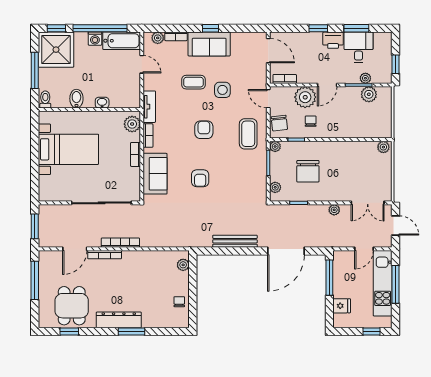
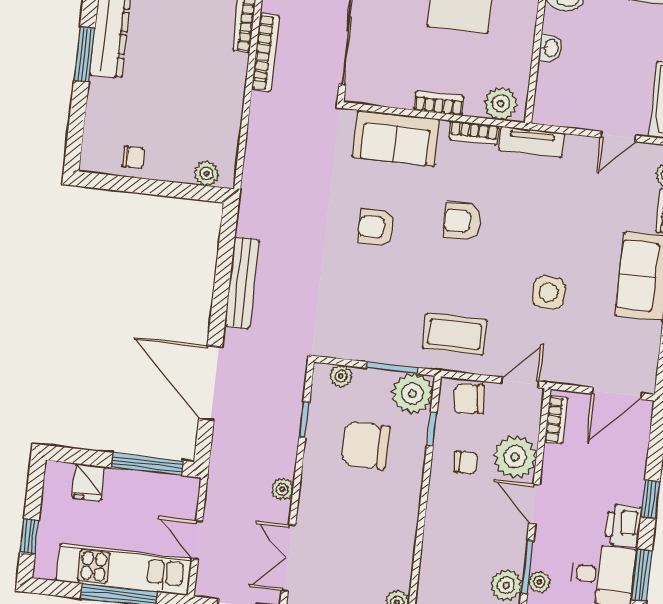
coffee table: (194, 82) -> (571, 236), removed
armchair: (204, 130) -> (462, 221), moved, turned 180
plant: (275, 147) -> (412, 394), width x1.87, depth x1.87

